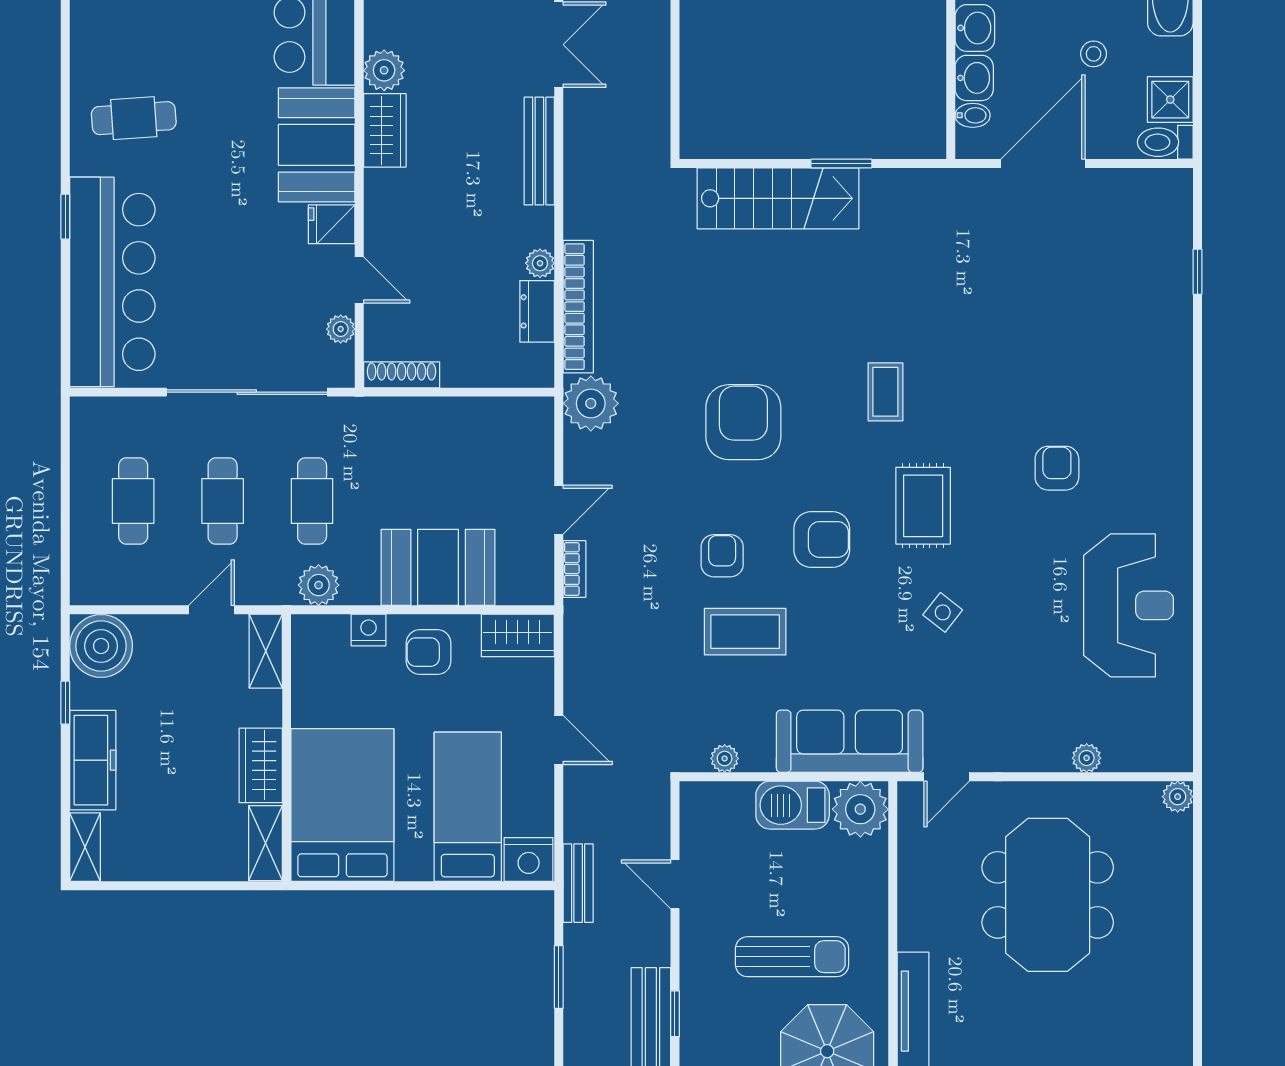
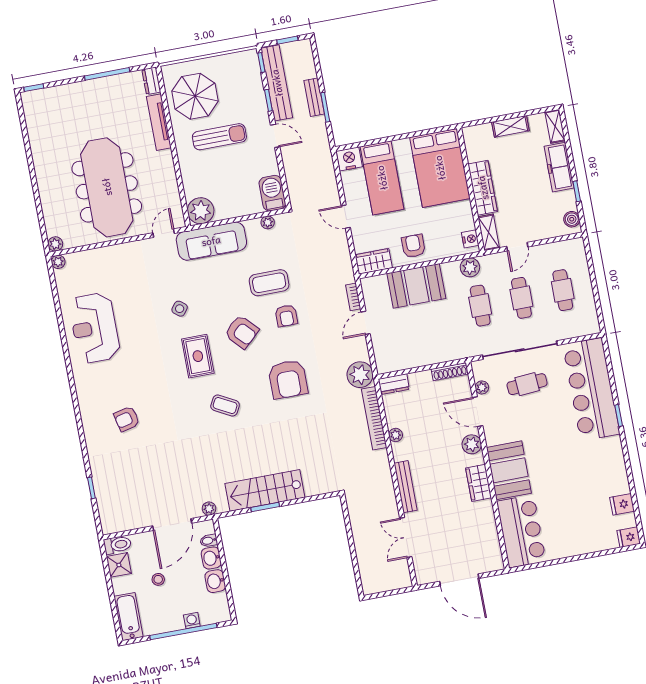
plant: (384, 70) -> (472, 444), moved
cafe table: (134, 118) -> (527, 384), moved
plant: (959, 182) -> (209, 509), added
stairs: (778, 198) -> (265, 490), moved
fridge: (332, 224) -> (622, 504), moved, turned 180
door: (359, 280) -> (478, 412), width x1.38
dresser: (537, 311) -> (394, 384), moved, turned 90
coffee table: (885, 392) -> (225, 406), turned -62
armchair: (1057, 468) -> (127, 419), moved, turned 77
armchair: (822, 539) -> (242, 332), turned -133
nightstand: (369, 630) -> (470, 239), moved, turned -90
boiler: (101, 646) -> (572, 219), width x0.54, depth x0.54
armchair: (429, 652) -> (413, 246), turned -90
plant: (1087, 758) -> (58, 262), moved
wardrobe: (261, 765) -> (483, 188), width x1.50
barbecue: (793, 805) -> (272, 193), moved, turned -90
shelving: (265, 843) -> (510, 126), moved, turned 90
bench: (578, 883) -> (314, 97), moved
door: (675, 884) -> (275, 136), moved
meeting table: (1048, 895) -> (107, 187), width x1.36
sun lounger: (792, 957) -> (219, 137), turned 180

